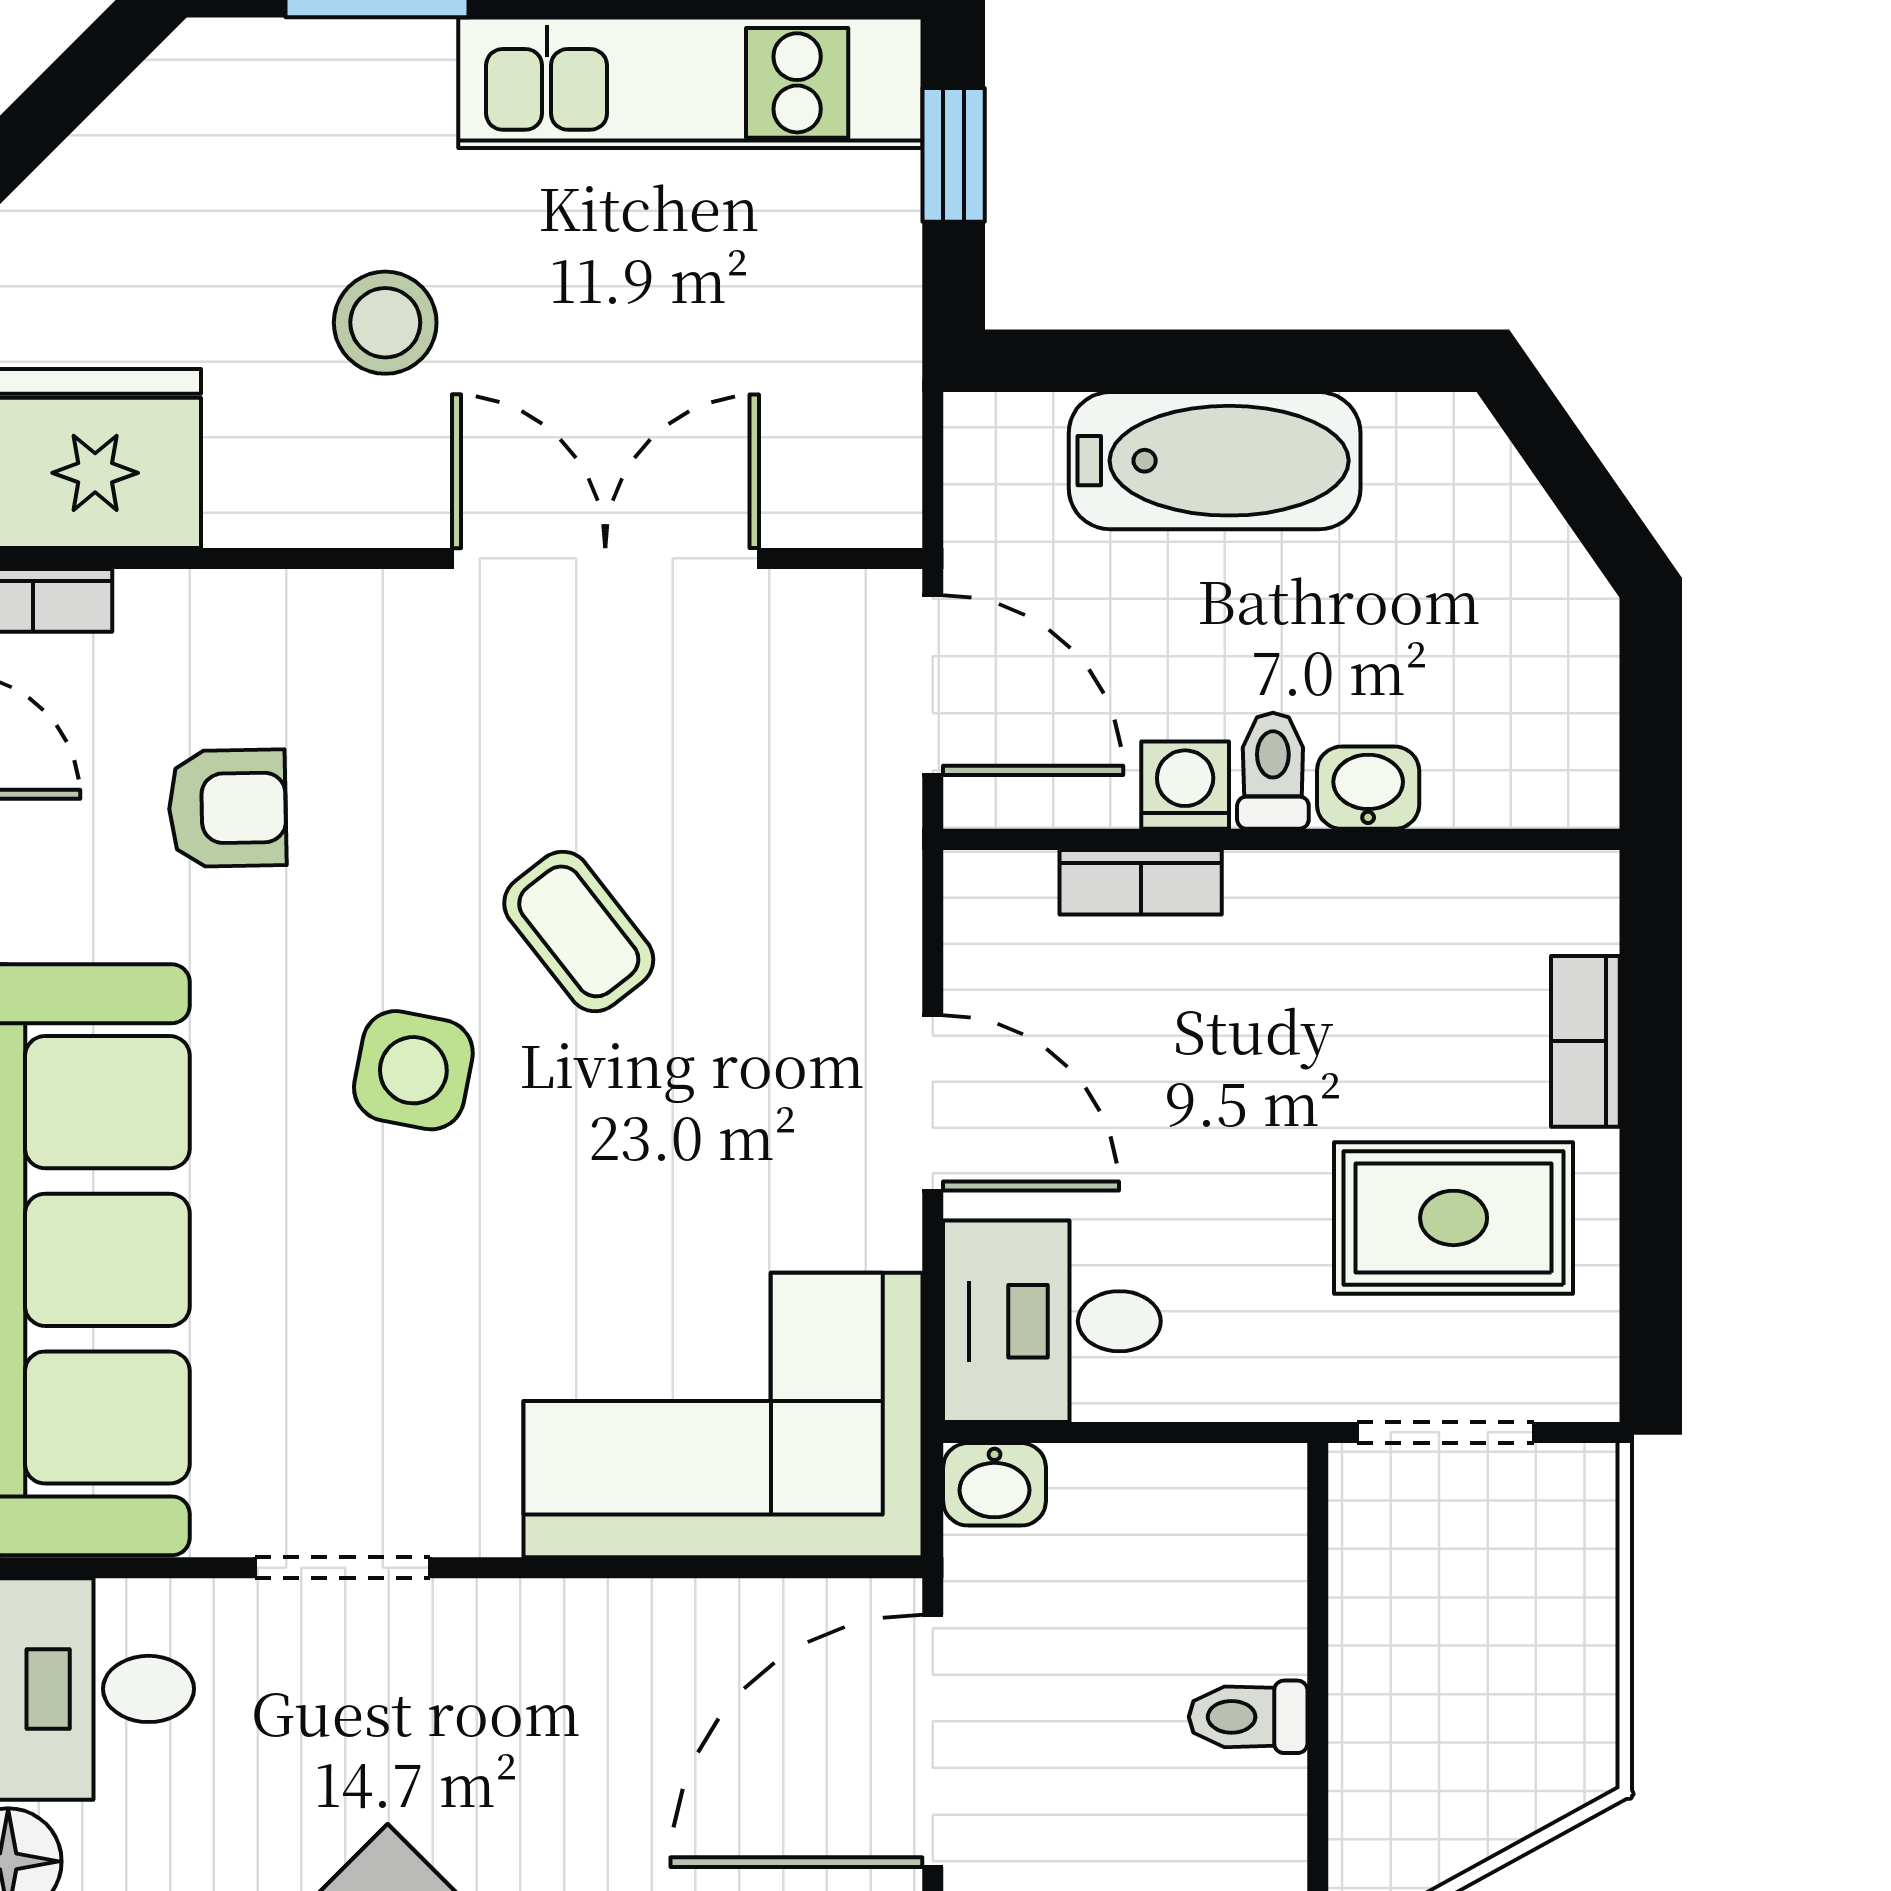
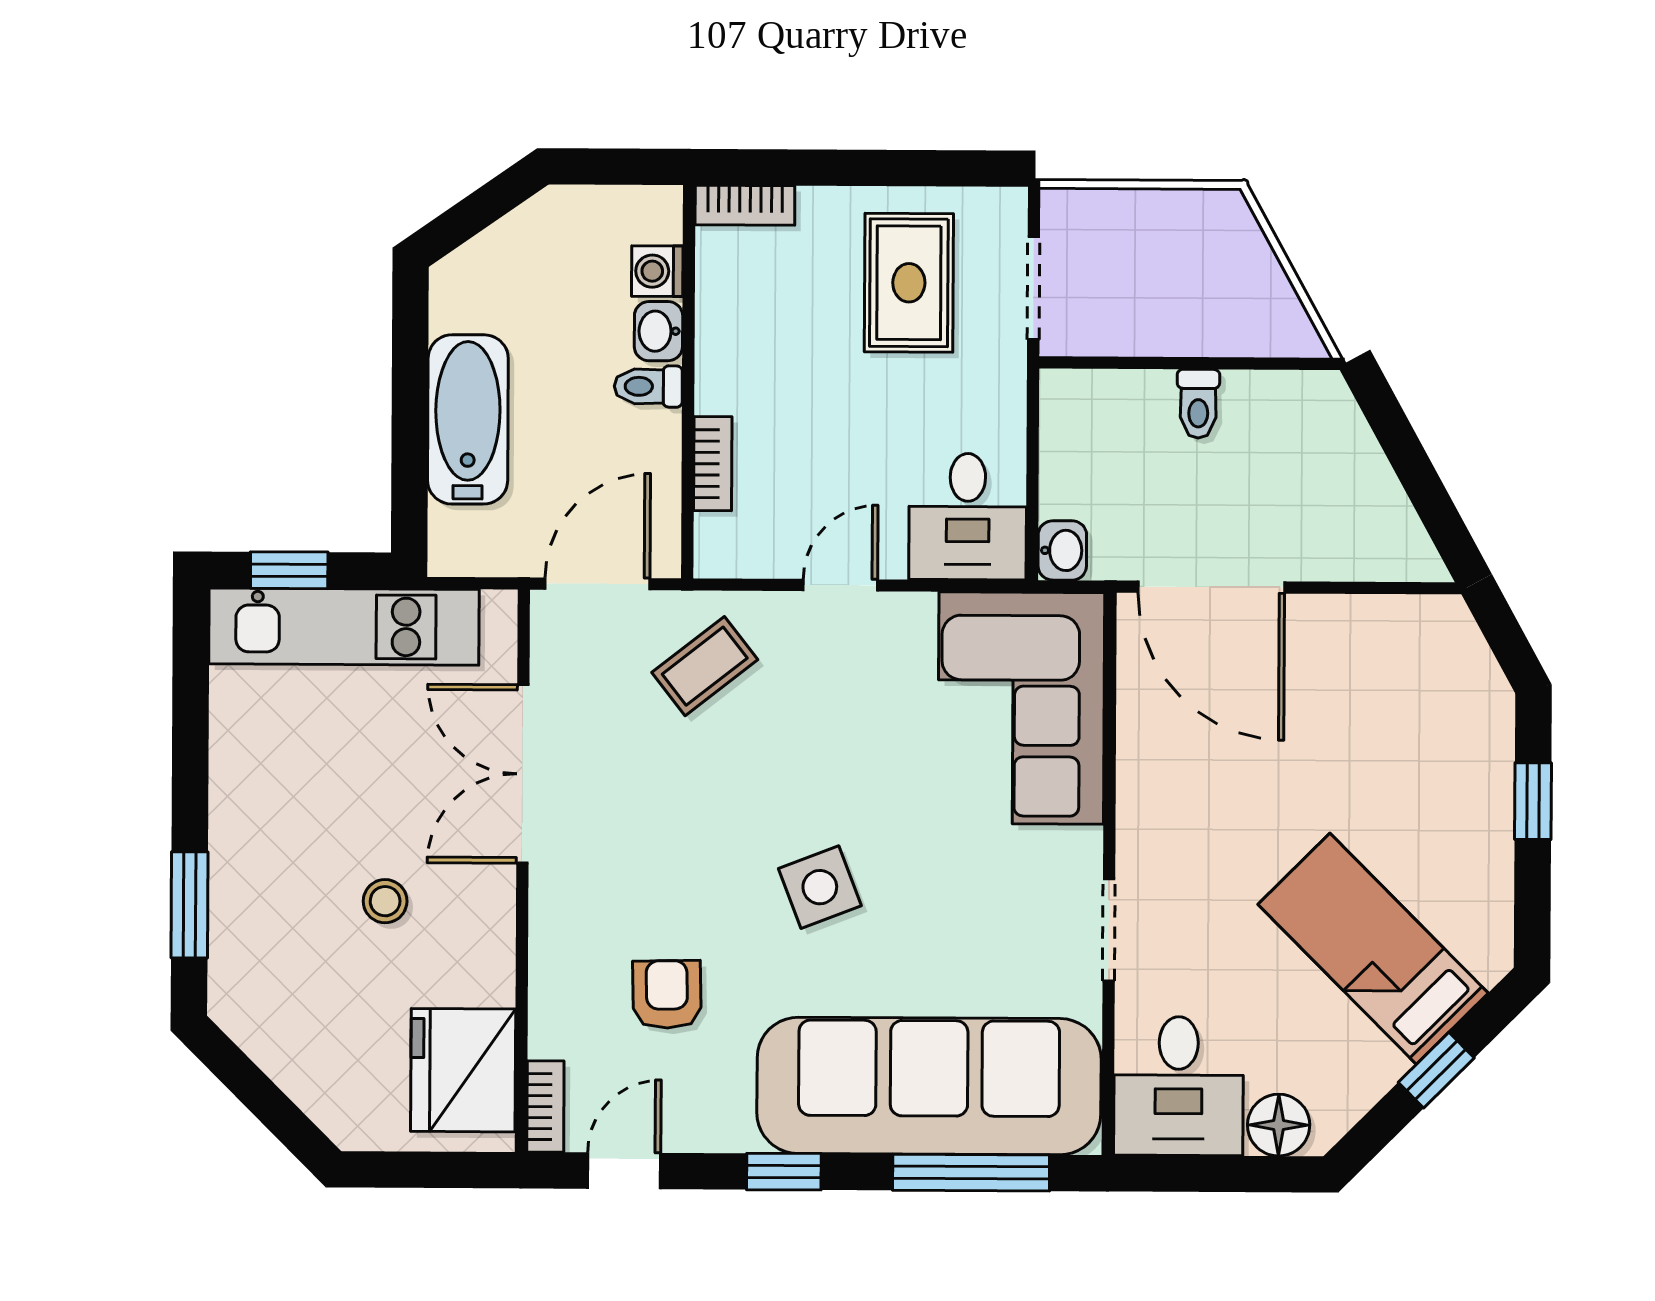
kitchen unit: (690, 83) -> (344, 627), moved, turned 90
stool: (385, 323) -> (385, 901), width x0.73, depth x0.73
washing machine: (1185, 785) -> (657, 271), moved
coffee table: (579, 931) -> (705, 666), moved
bookcase: (1585, 1041) -> (745, 205), moved
side table: (413, 1070) -> (820, 887), turned -32
door: (933, 1103) -> (840, 585), width x0.73

